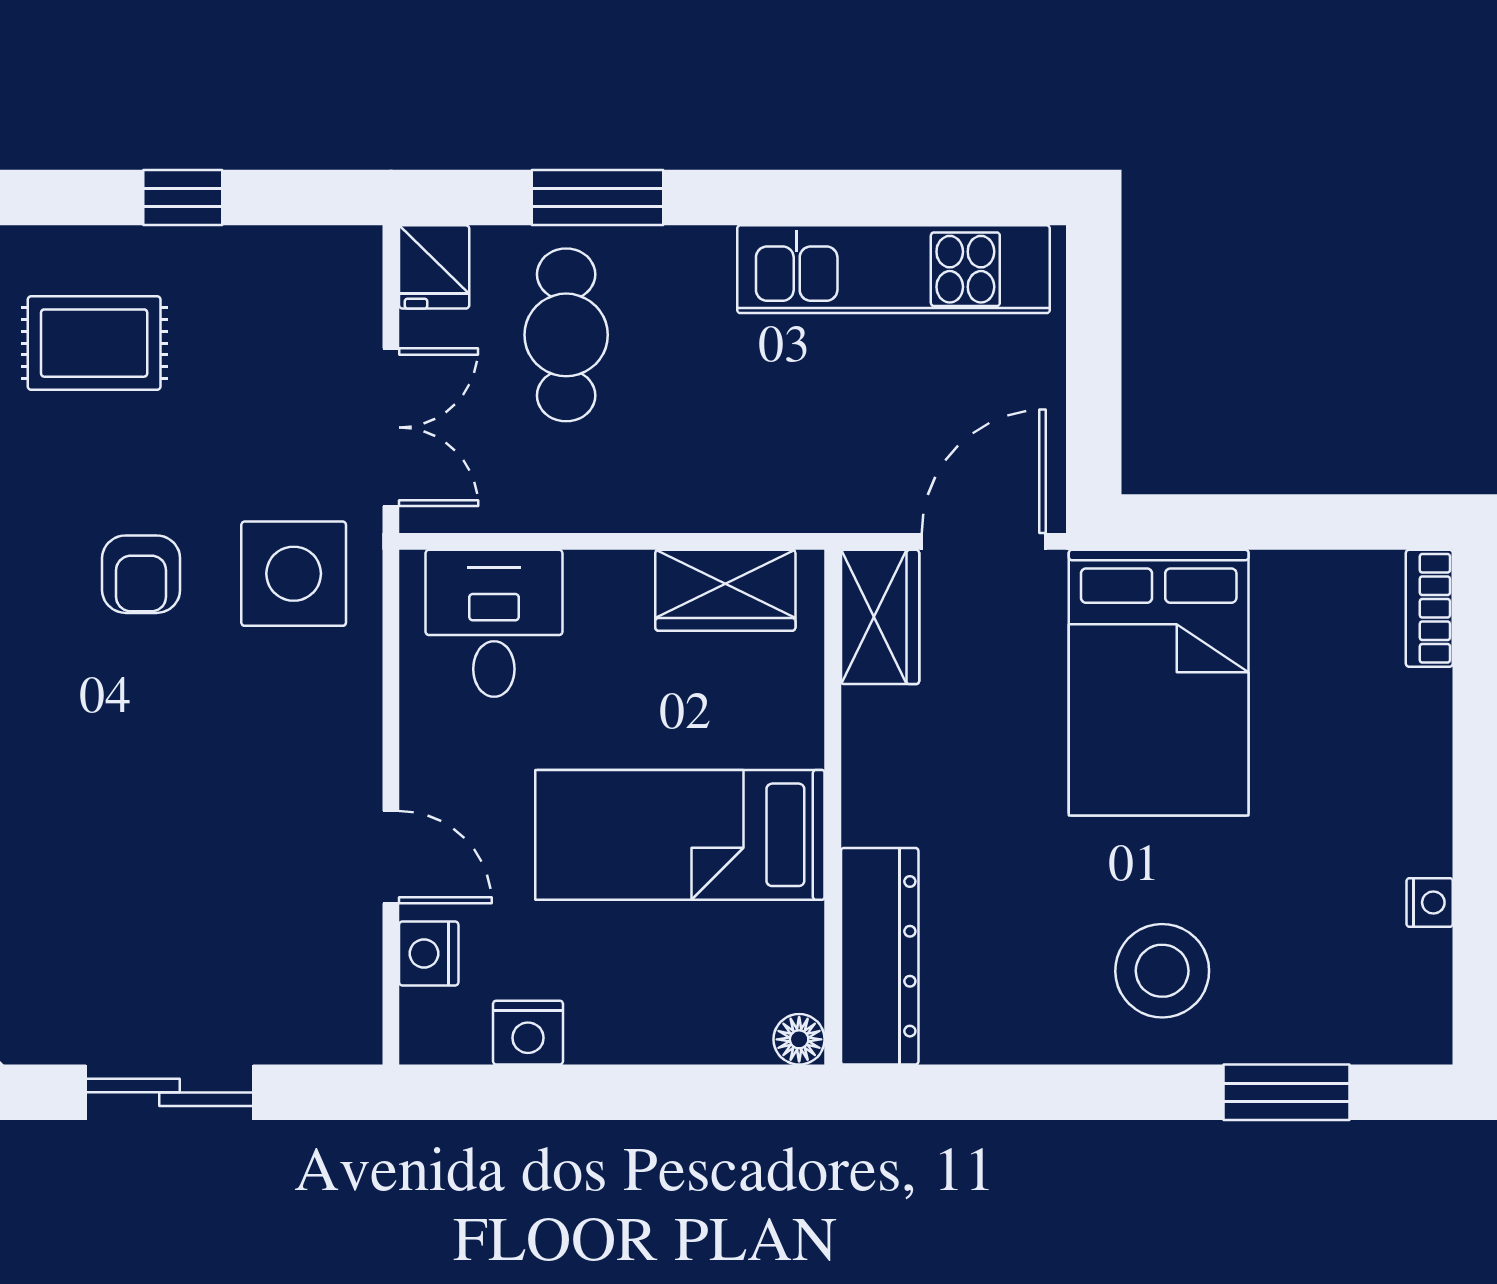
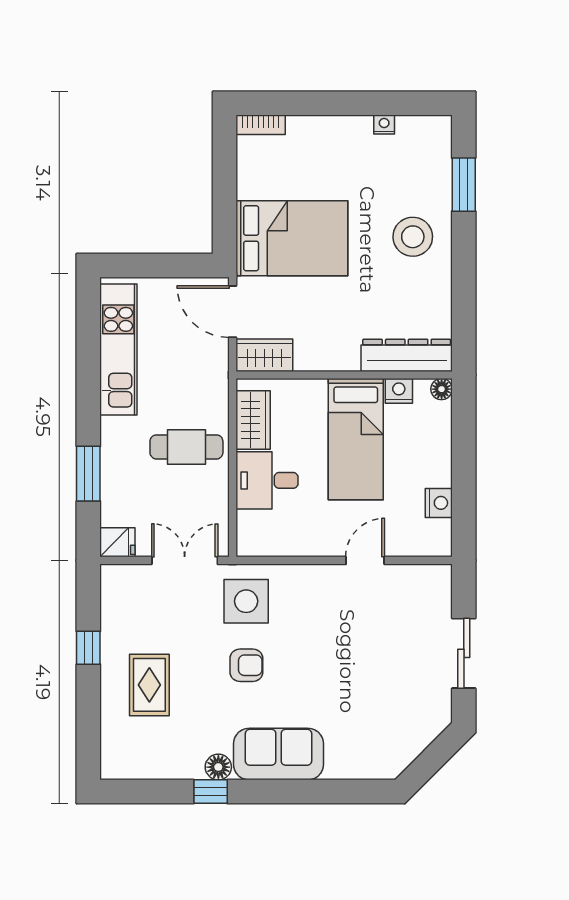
cafe table: (566, 335) -> (186, 447), moved
desk: (494, 623) -> (267, 480), moved
nightstand: (429, 953) -> (399, 391), moved, turned 180

